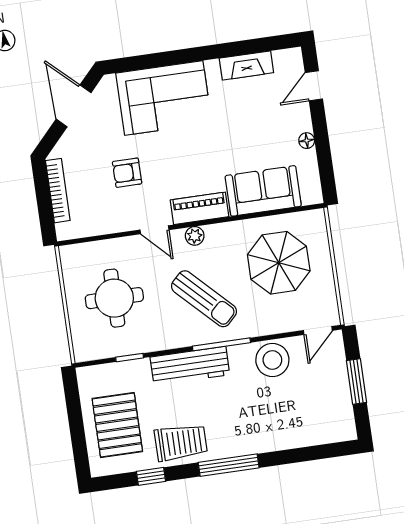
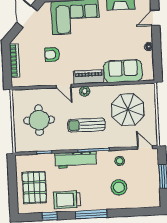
sun lounger: (204, 299) -> (86, 125), turned 135
door: (318, 330) -> (145, 147), swing flipped
stool: (272, 360) -> (120, 161), width x0.53, depth x0.53
stool: (276, 410) -> (119, 187), added
trolley: (181, 442) -> (67, 200), turned 180

